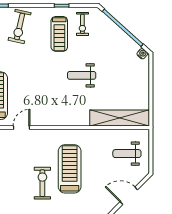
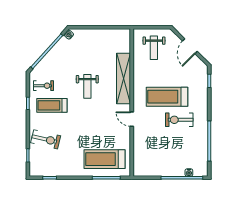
treadmill: (59, 34) -> (52, 105), turned 180
shelving: (120, 118) -> (124, 78), moved
door: (21, 128) -> (132, 119), moved

